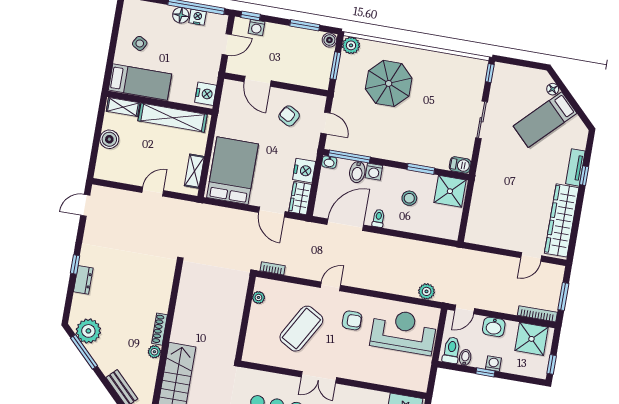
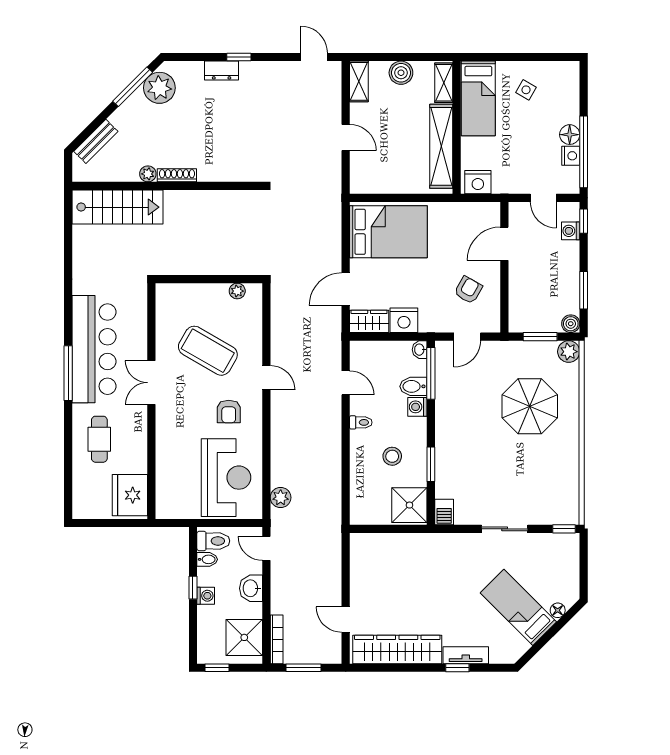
shelving: (194, 171) -> (359, 81), moved, turned 90
door: (345, 225) -> (346, 383), width x0.53
bookcase: (273, 268) -> (276, 302), removed

